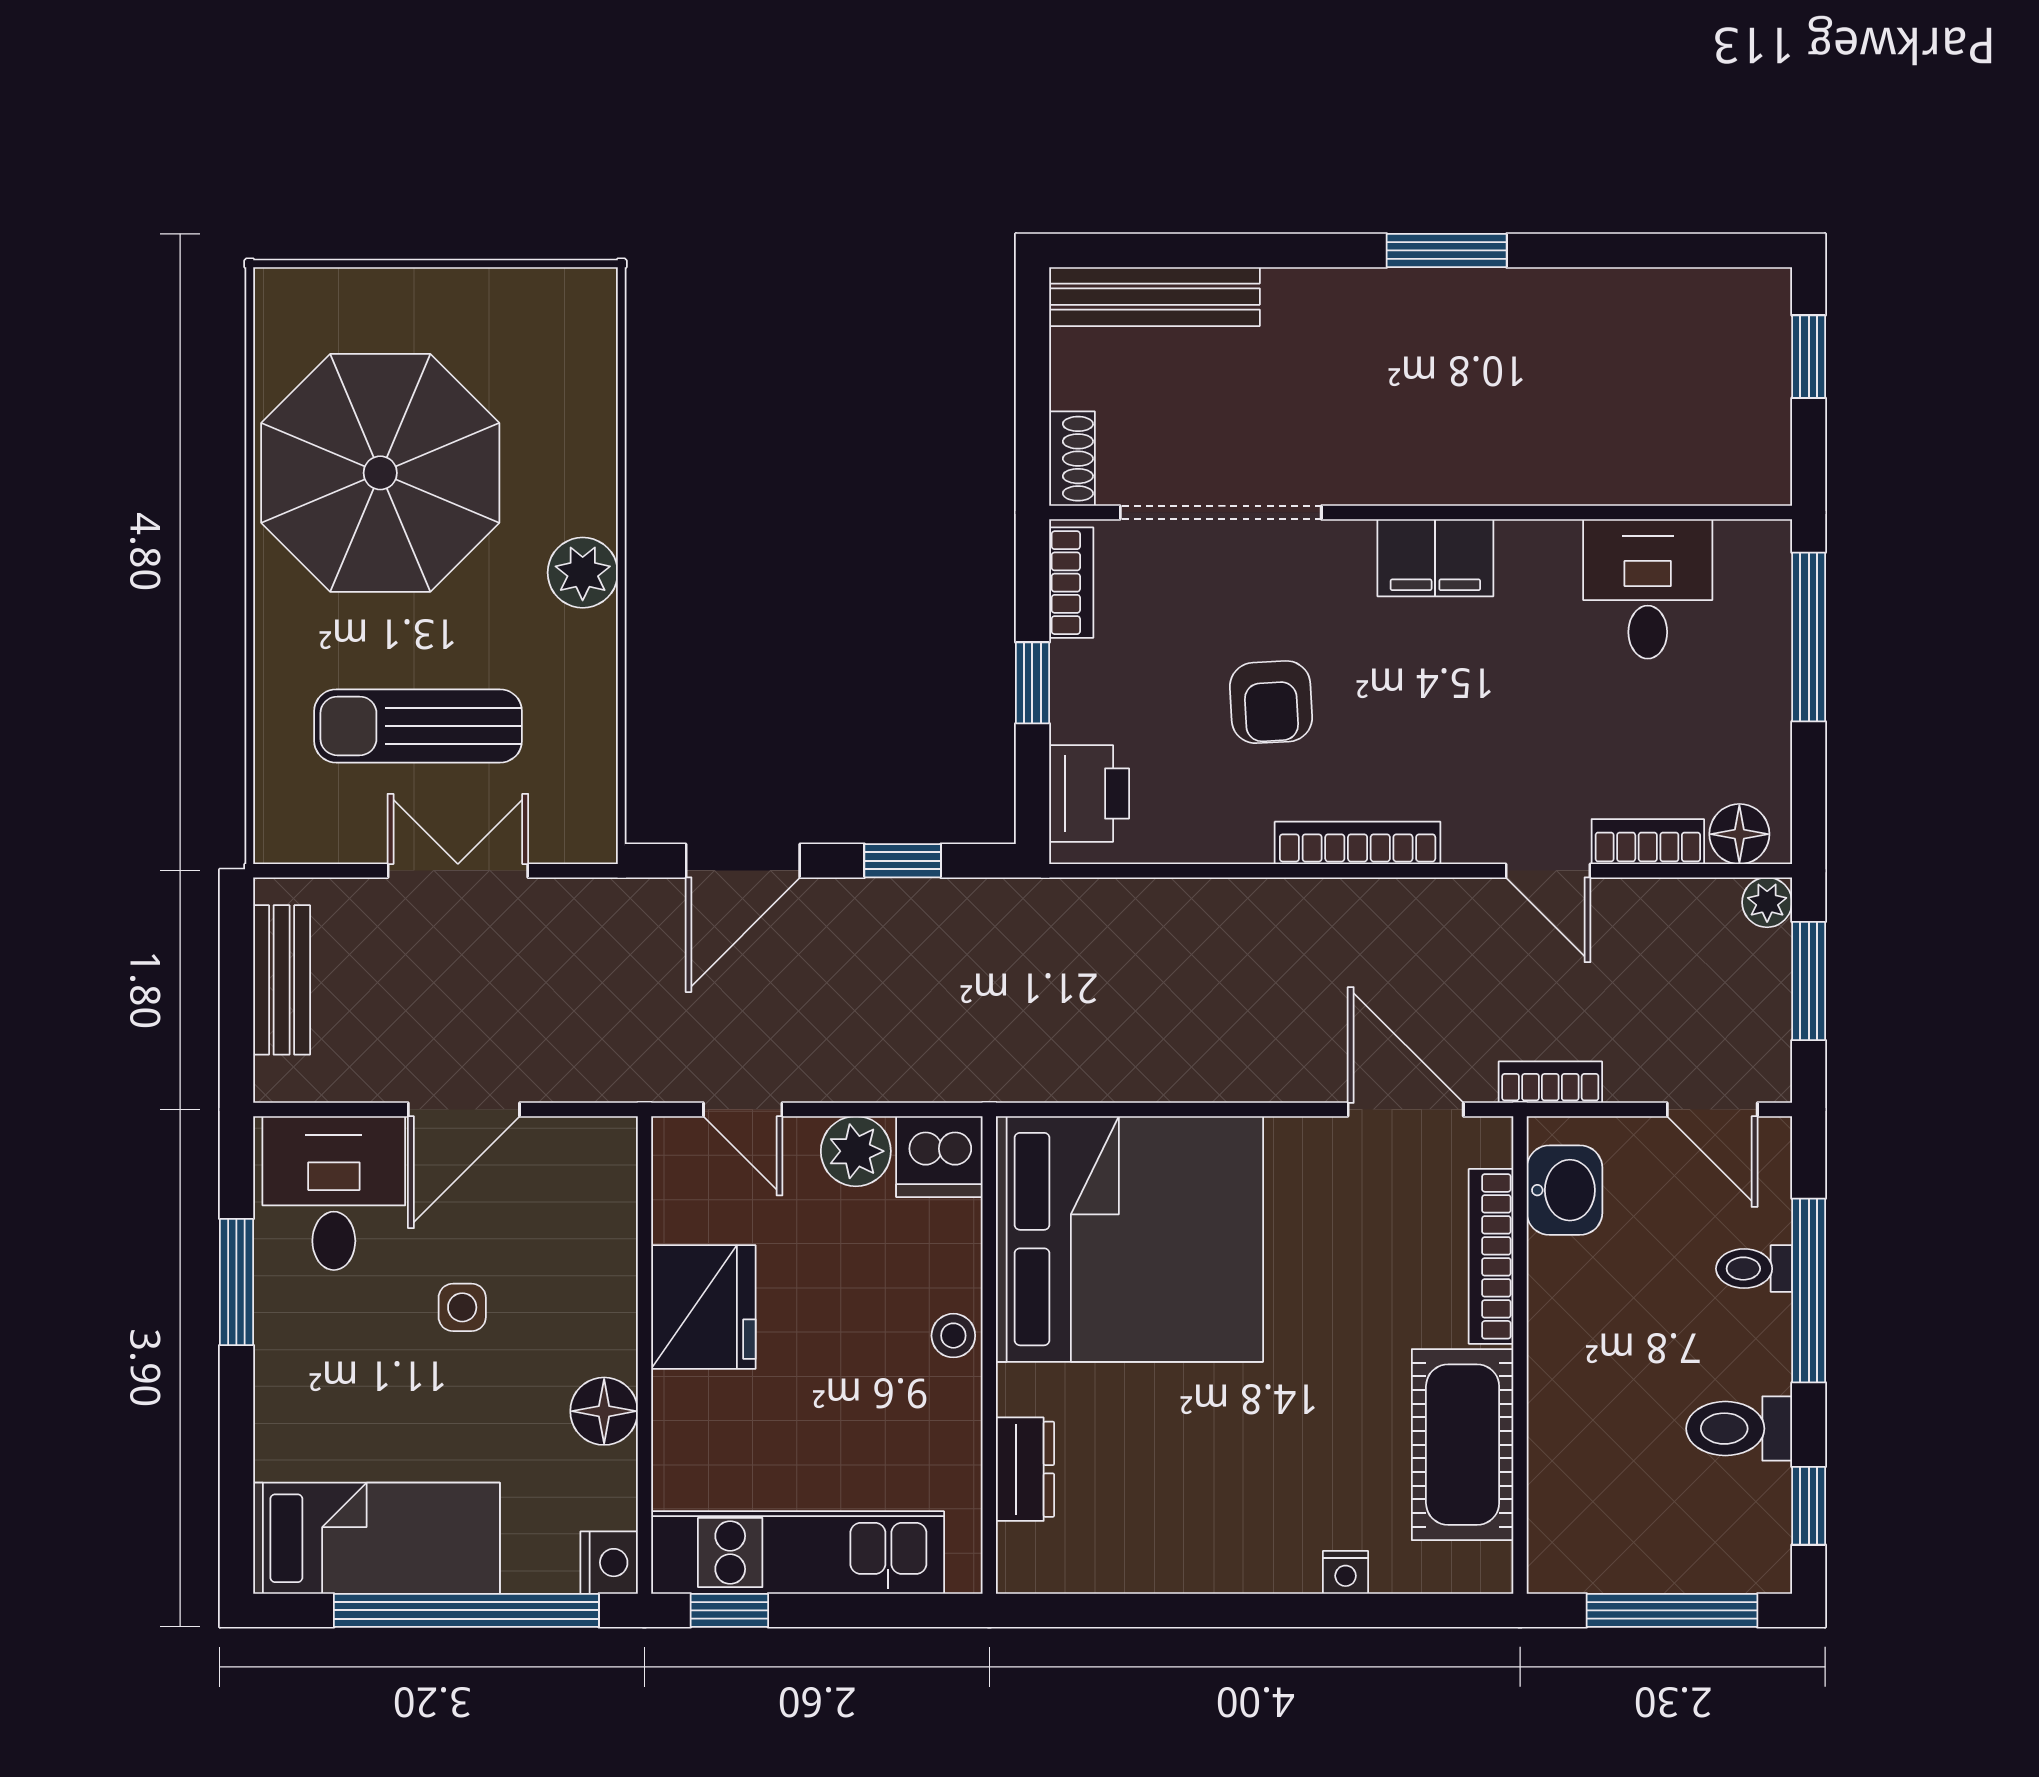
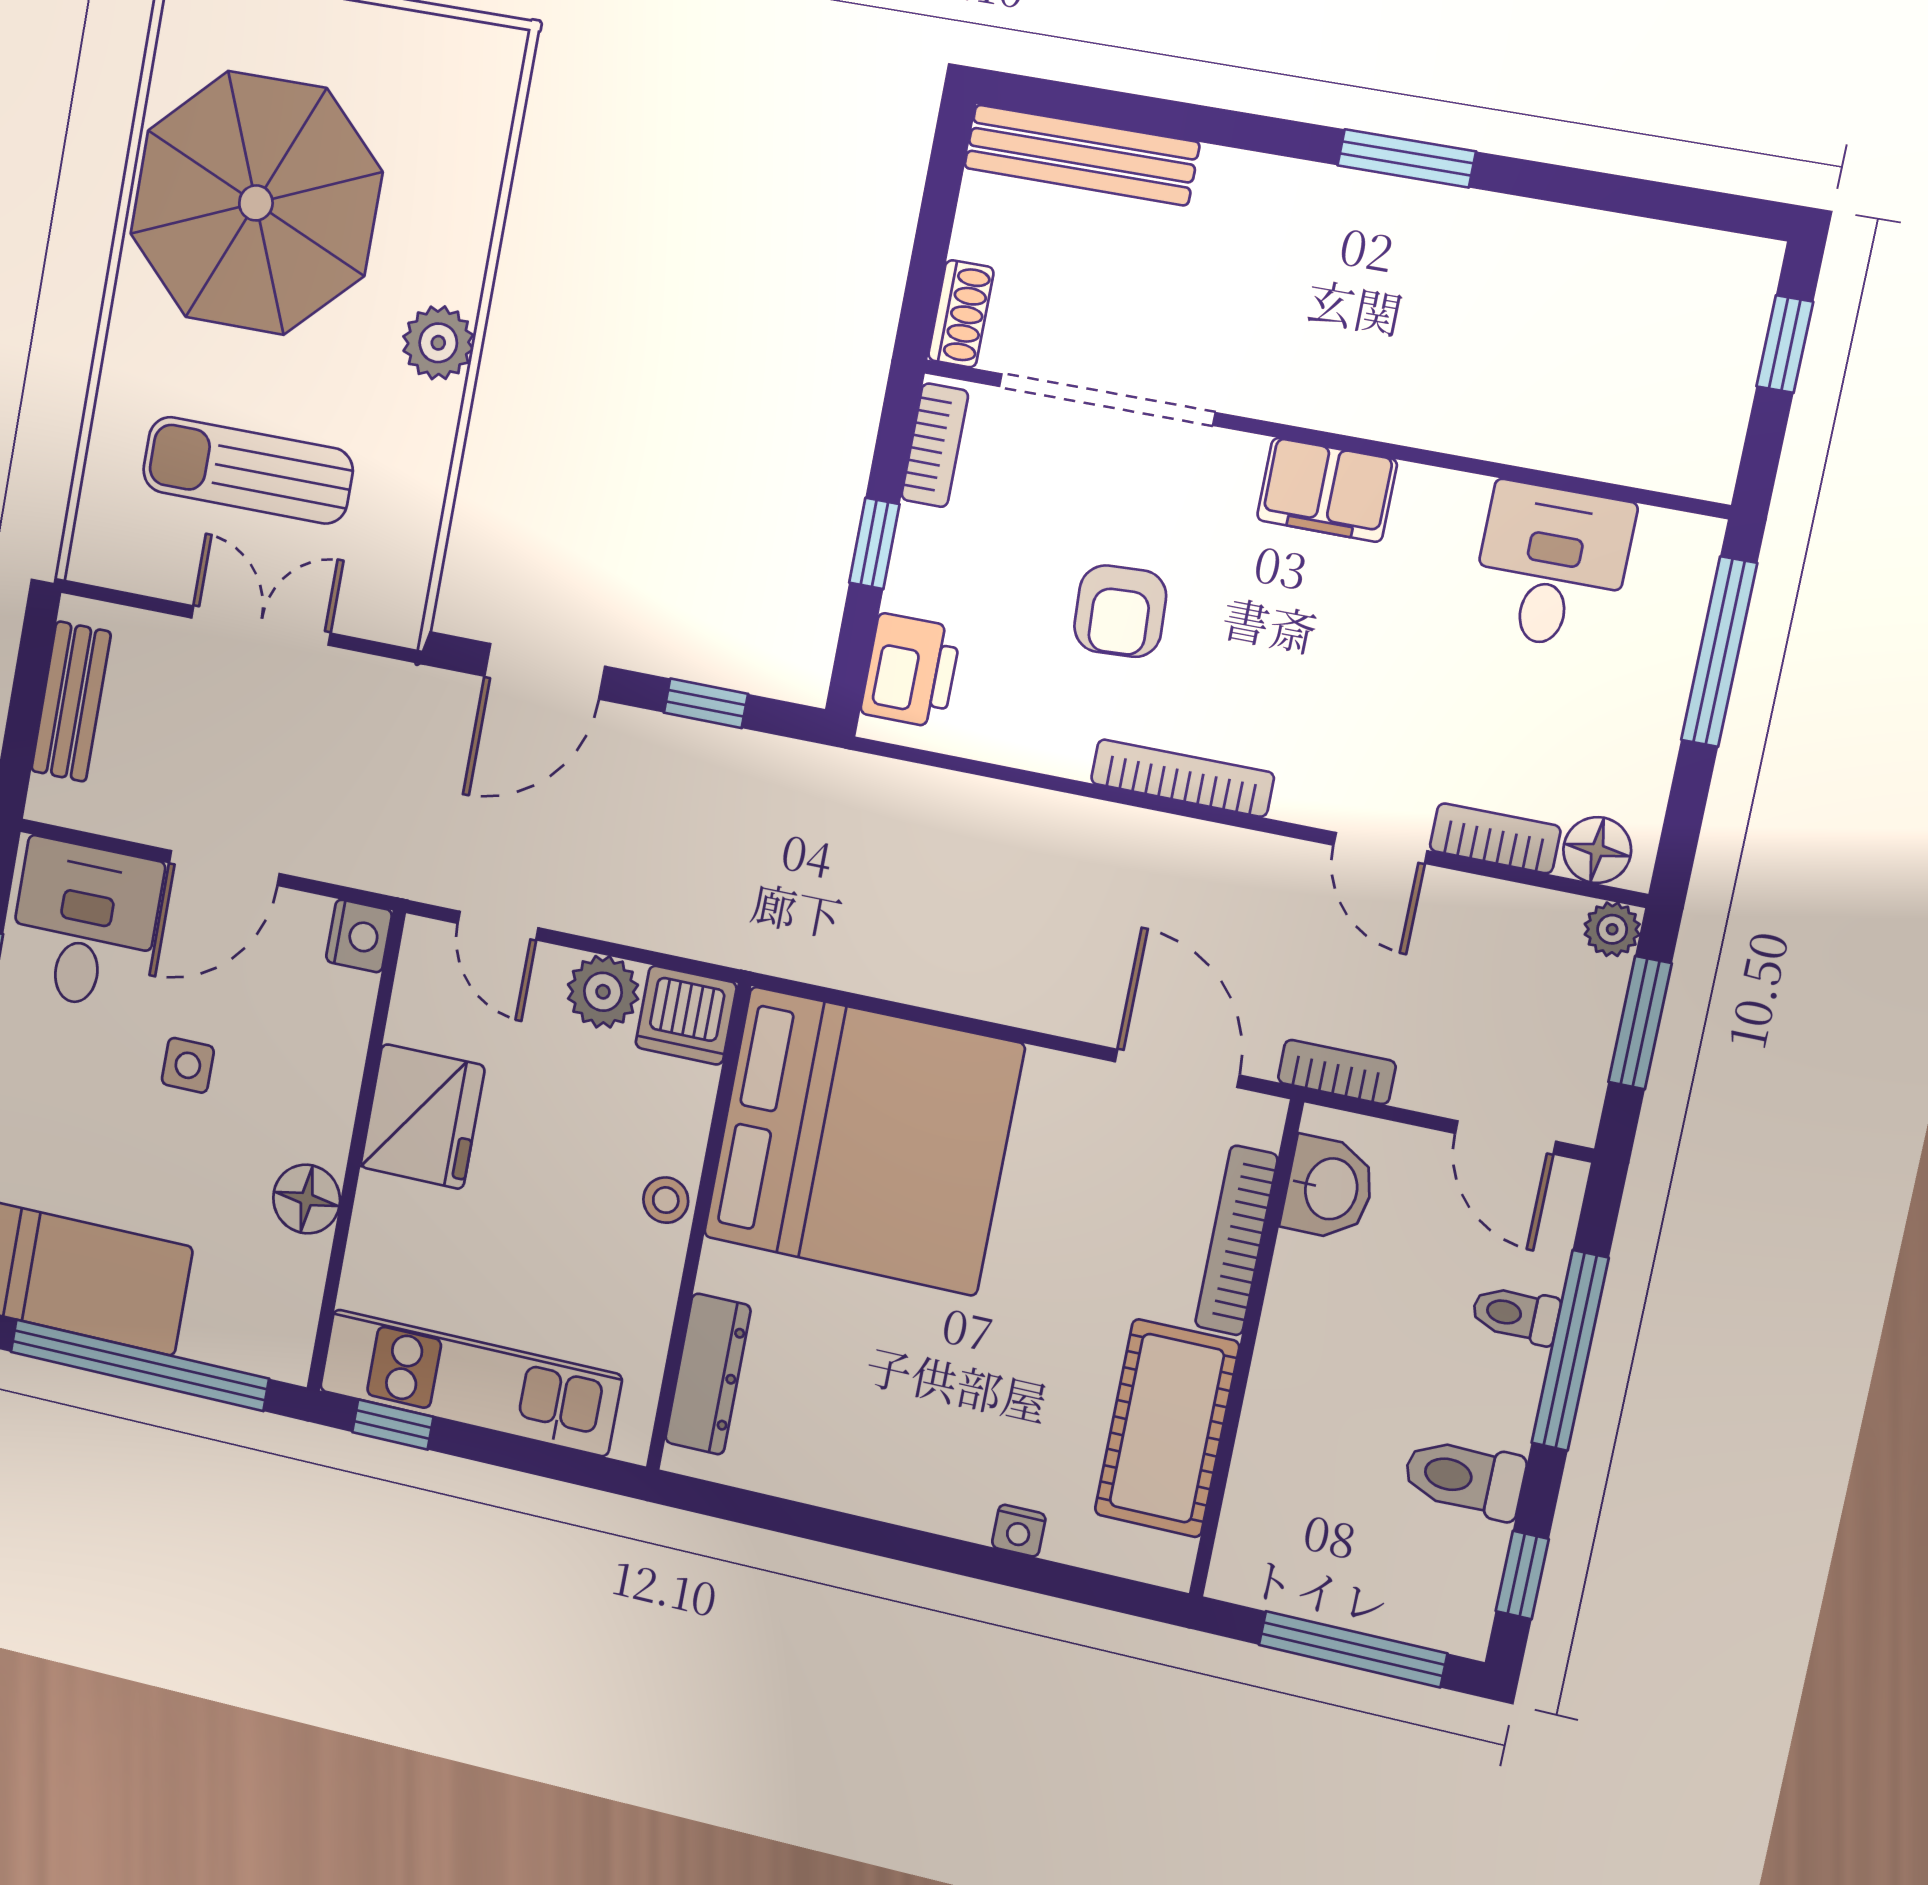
dresser: (1025, 1469) -> (708, 1374), width x1.44
nightstand: (609, 1563) -> (359, 936), moved

